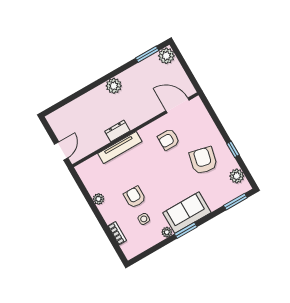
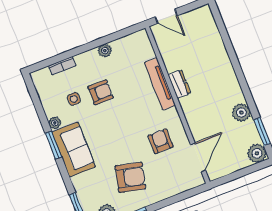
plant: (114, 86) -> (241, 112), moved

